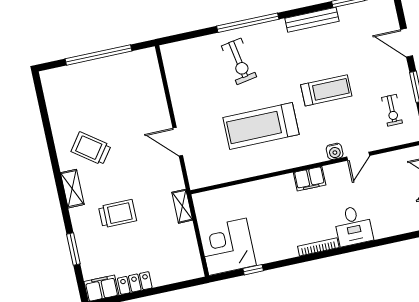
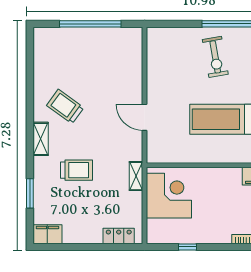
corner desk: (227, 247) -> (169, 196), moved, turned 90
locker: (135, 283) -> (119, 236), moved

